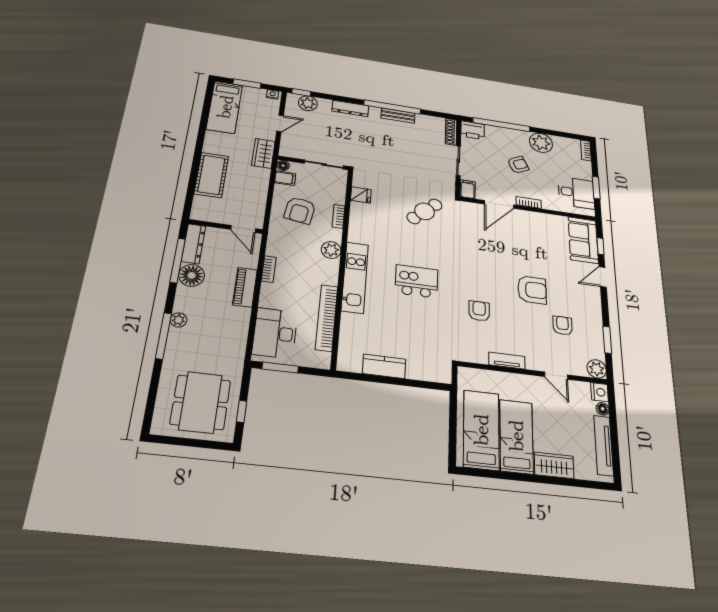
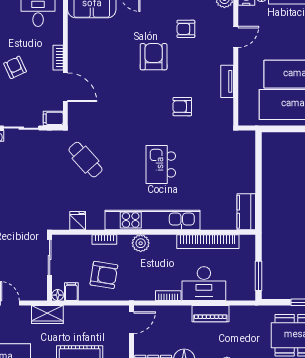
kitchen unit: (355, 277) -> (152, 220), width x1.36
piano: (245, 287) -> (210, 314), moved
desk: (275, 333) -> (204, 284), moved
kitchen counter: (384, 366) -> (246, 212), moved

